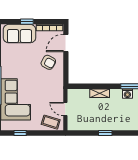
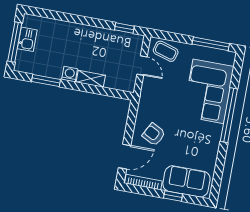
washing machine: (127, 94) -> (70, 74), moved
window: (20, 133) -> (211, 44), width x2.17
window: (105, 133) -> (124, 28), moved

